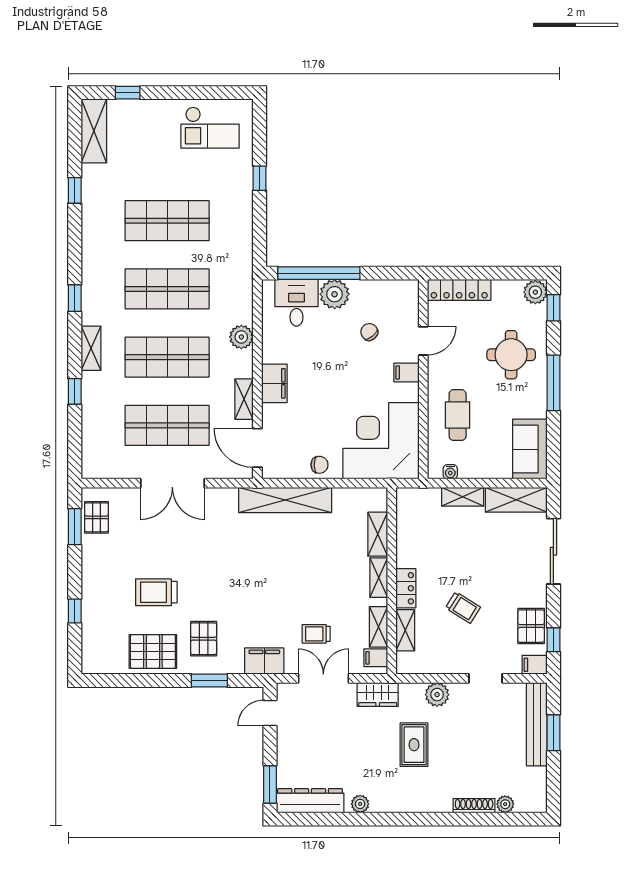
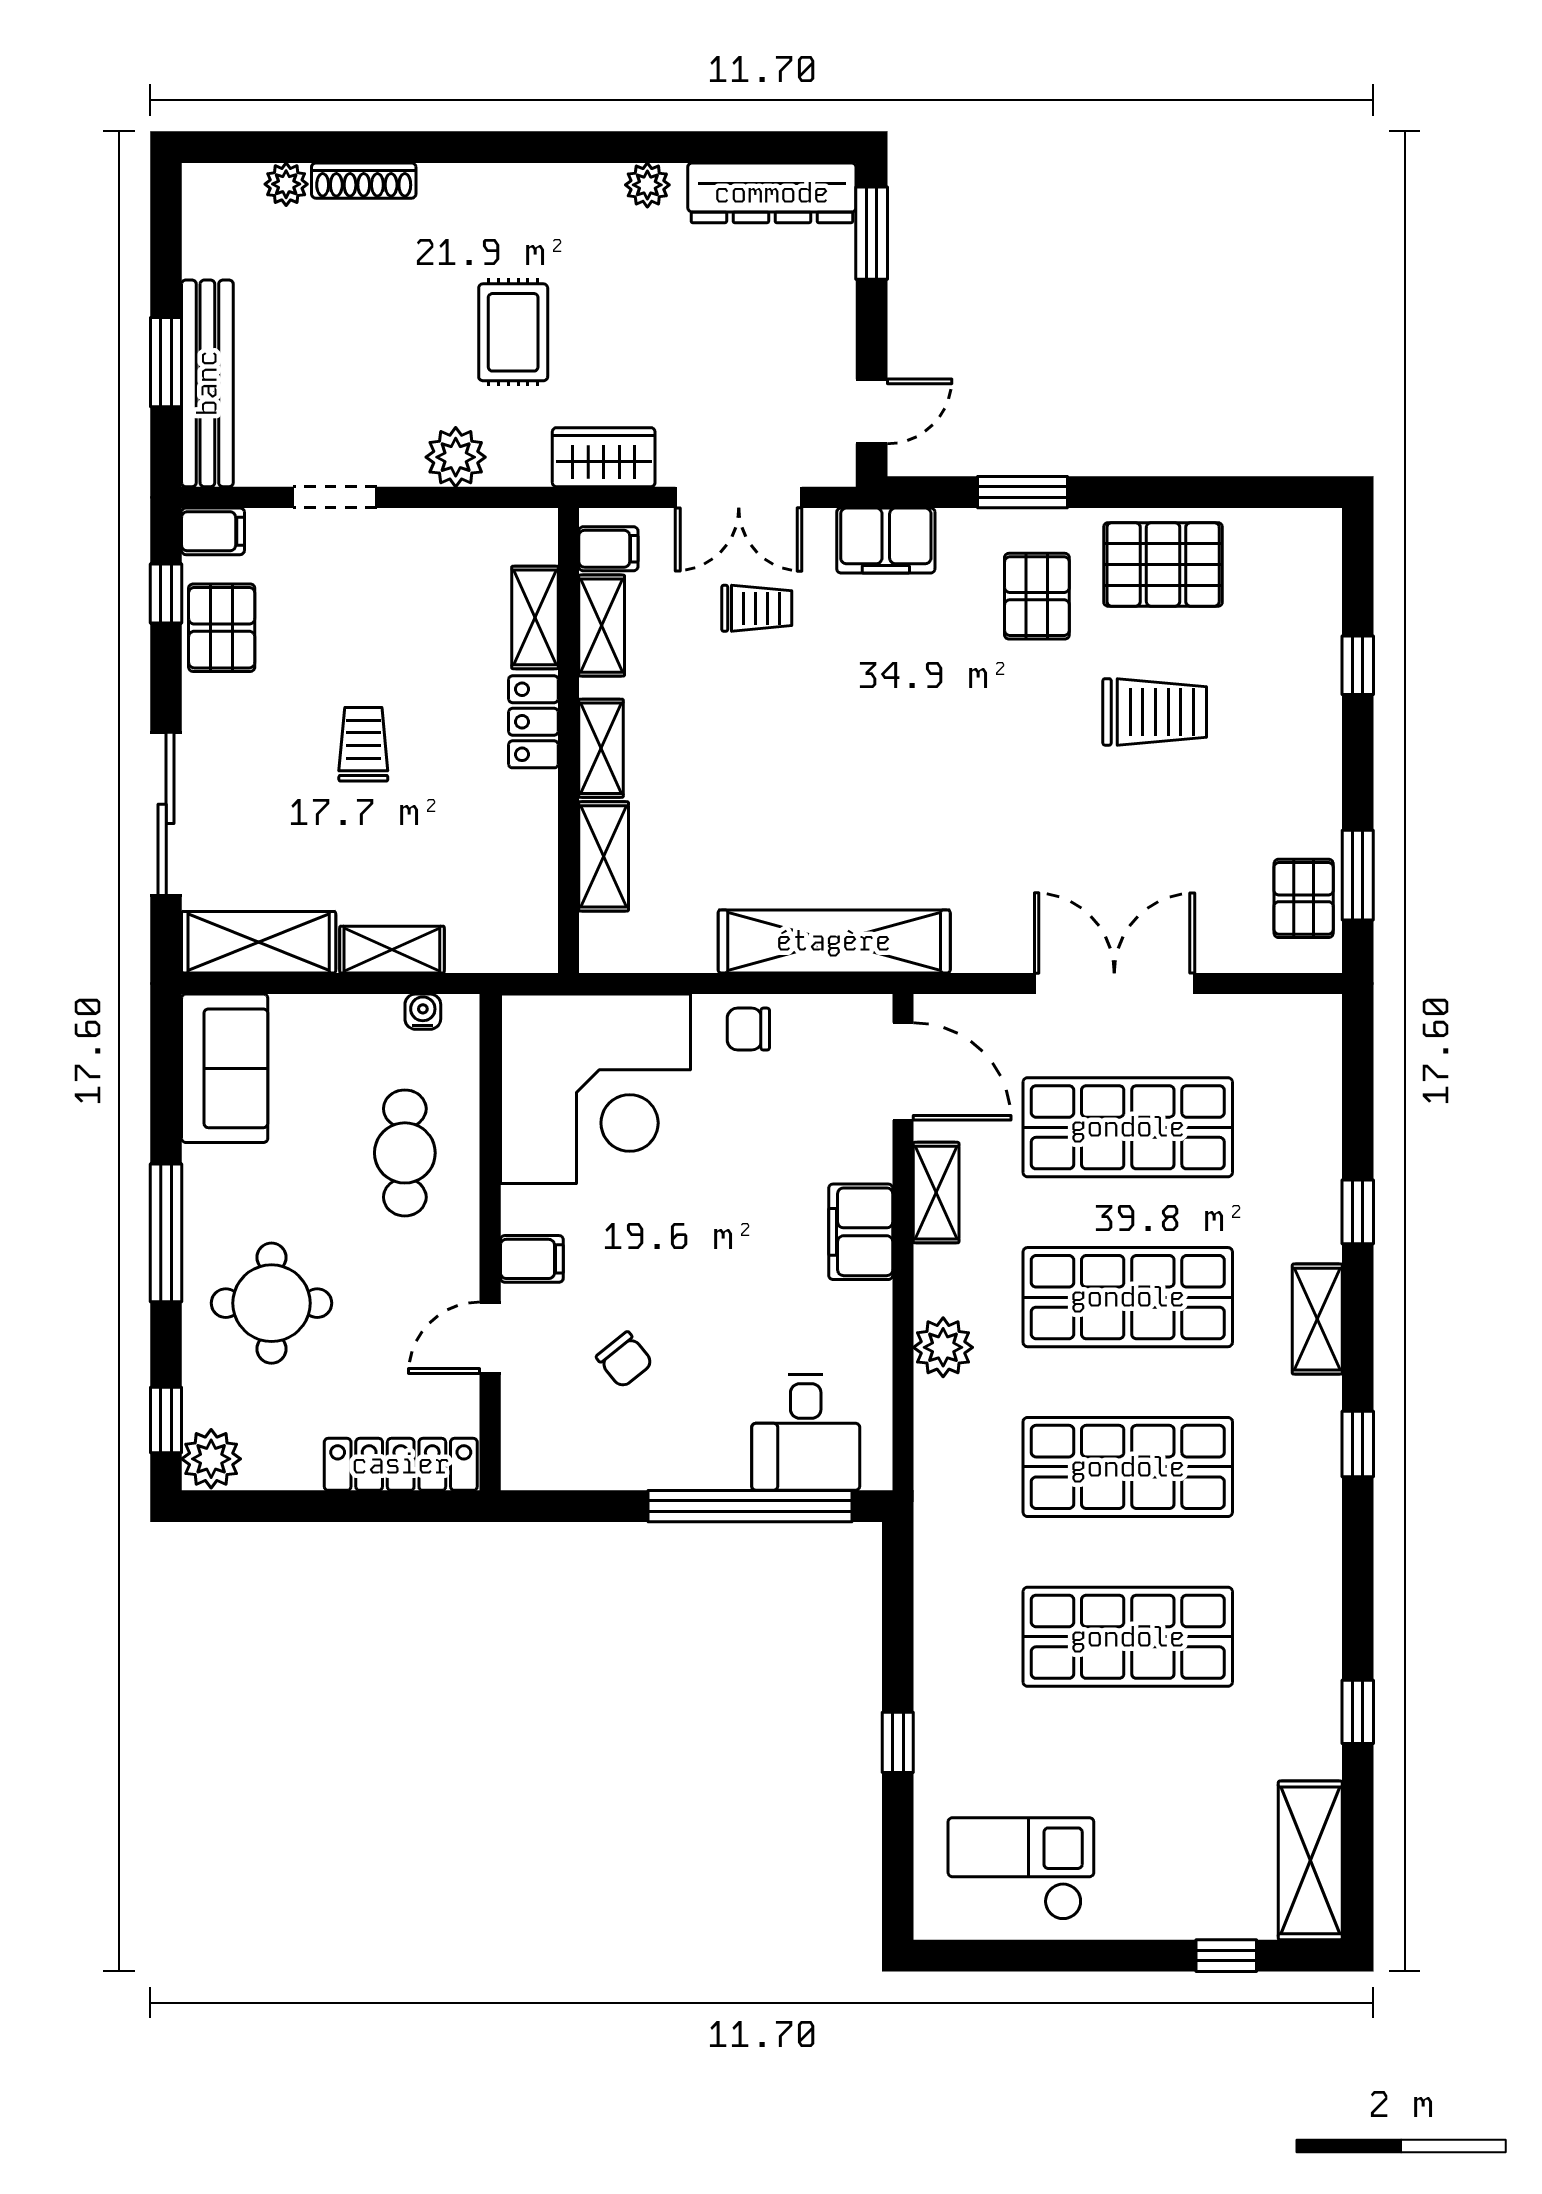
plant: (335, 294) -> (711, 1454), removed
trolley: (463, 607) -> (363, 744), moved, turned 58

